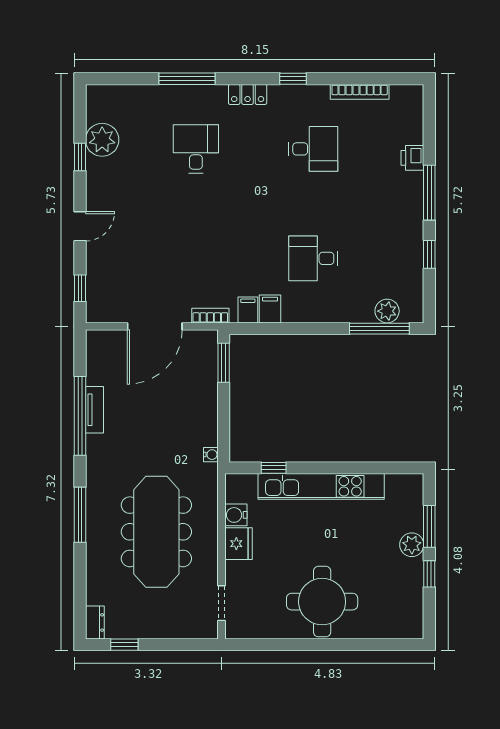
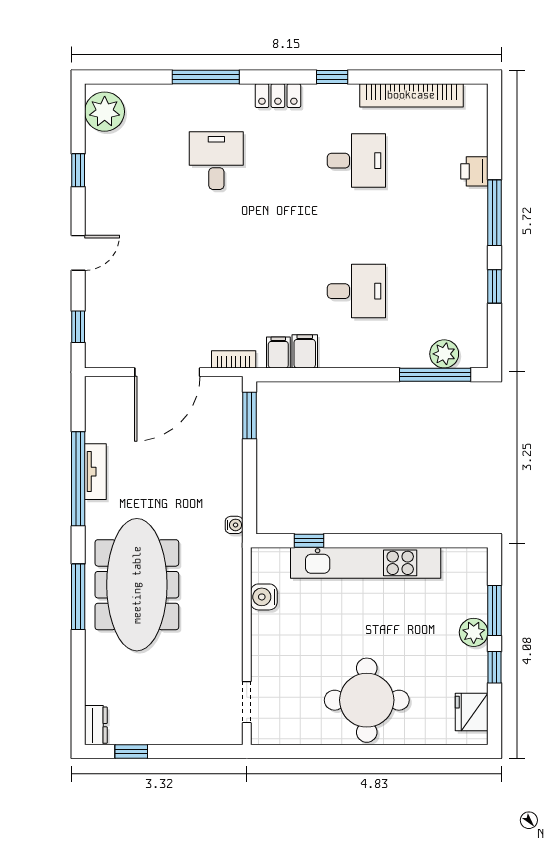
bookcase: (360, 92) -> (411, 95), width x1.48, depth x1.31
plant: (102, 140) -> (105, 112), moved
desk: (313, 258) -> (356, 291), turned 180
meeting table: (156, 532) -> (137, 585), moved
fridge: (238, 544) -> (472, 712), moved, turned 180

